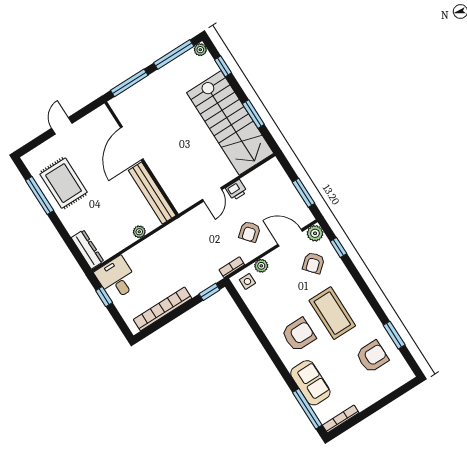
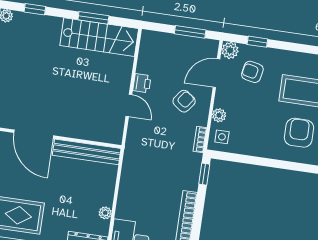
stairs: (230, 123) -> (99, 37), width x0.73, depth x0.66
plant: (139, 232) -> (105, 213), moved
armchair: (250, 232) -> (184, 101), turned -104
armchair: (313, 263) -> (252, 72), turned 143

